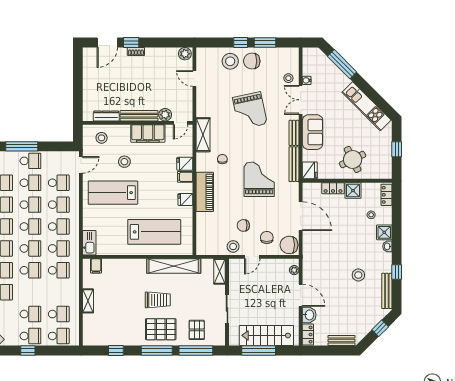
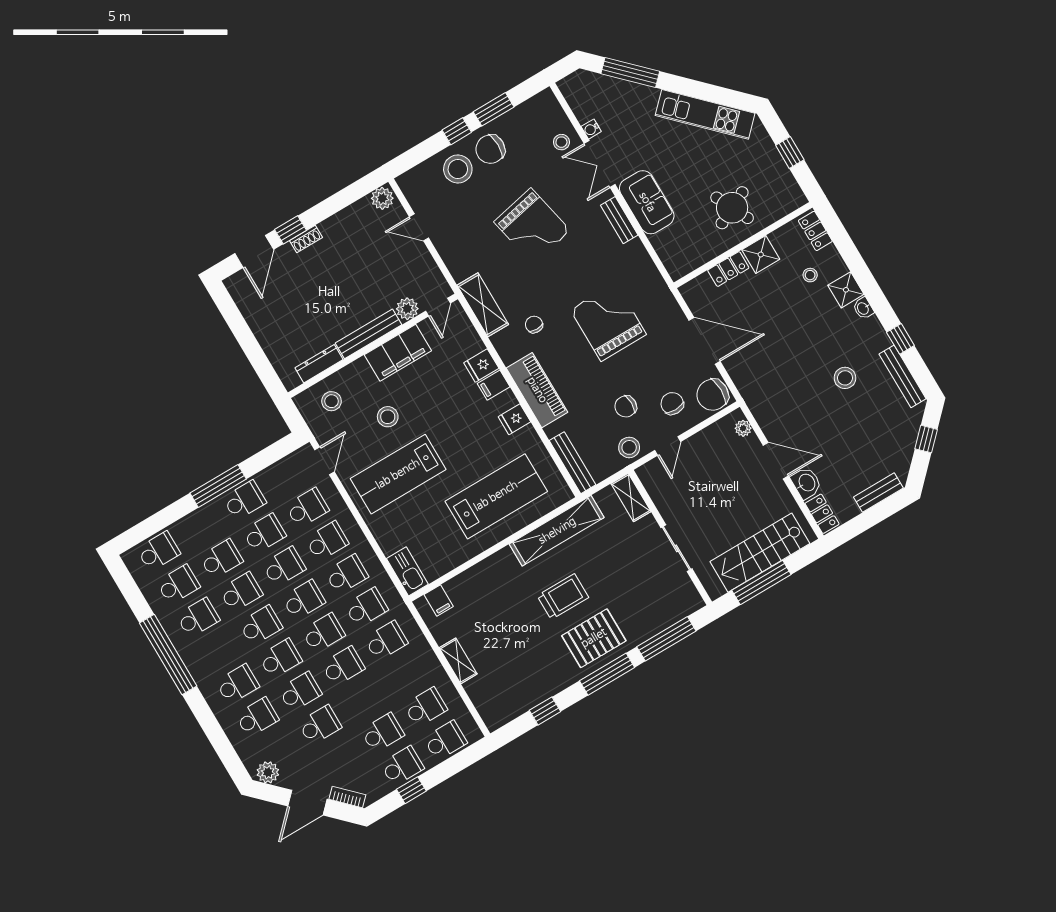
bench: (294, 164) -> (573, 463), moved
fridge: (310, 170) -> (677, 263), removed
pallet: (197, 330) -> (649, 607), removed

